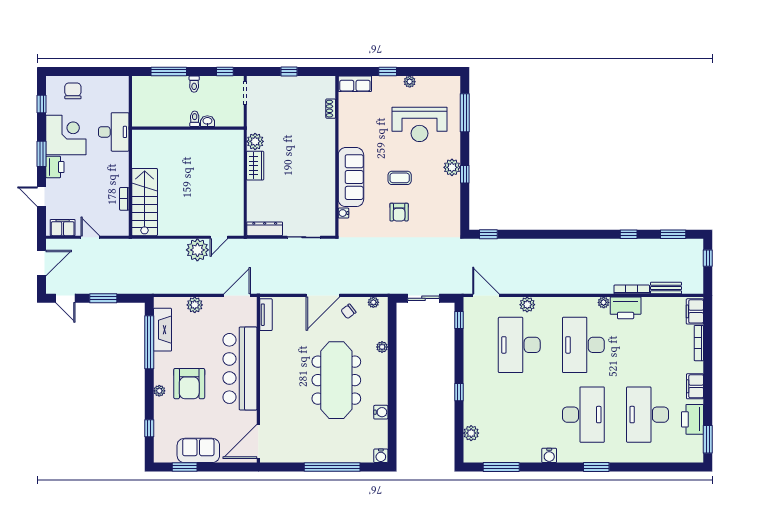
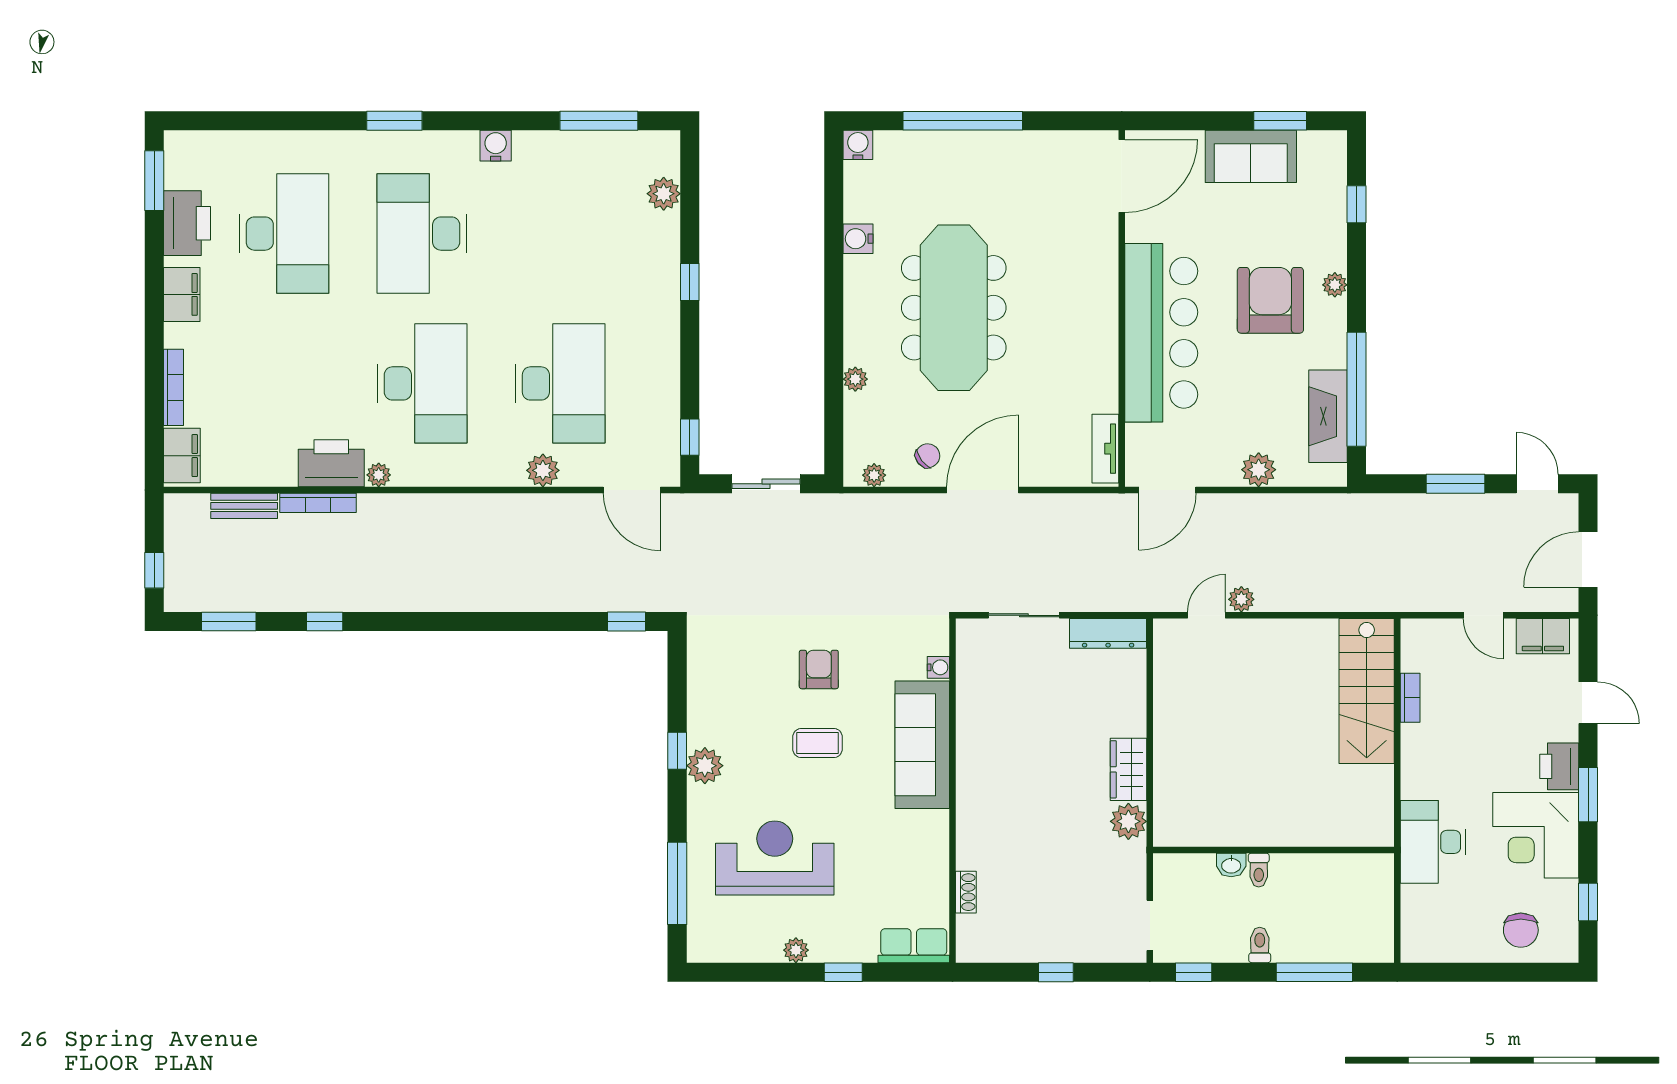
plant: (197, 250) -> (1241, 599), width x0.53, depth x0.53

